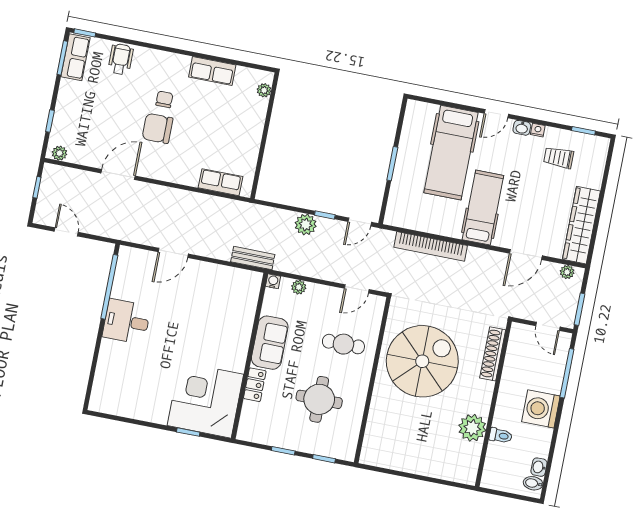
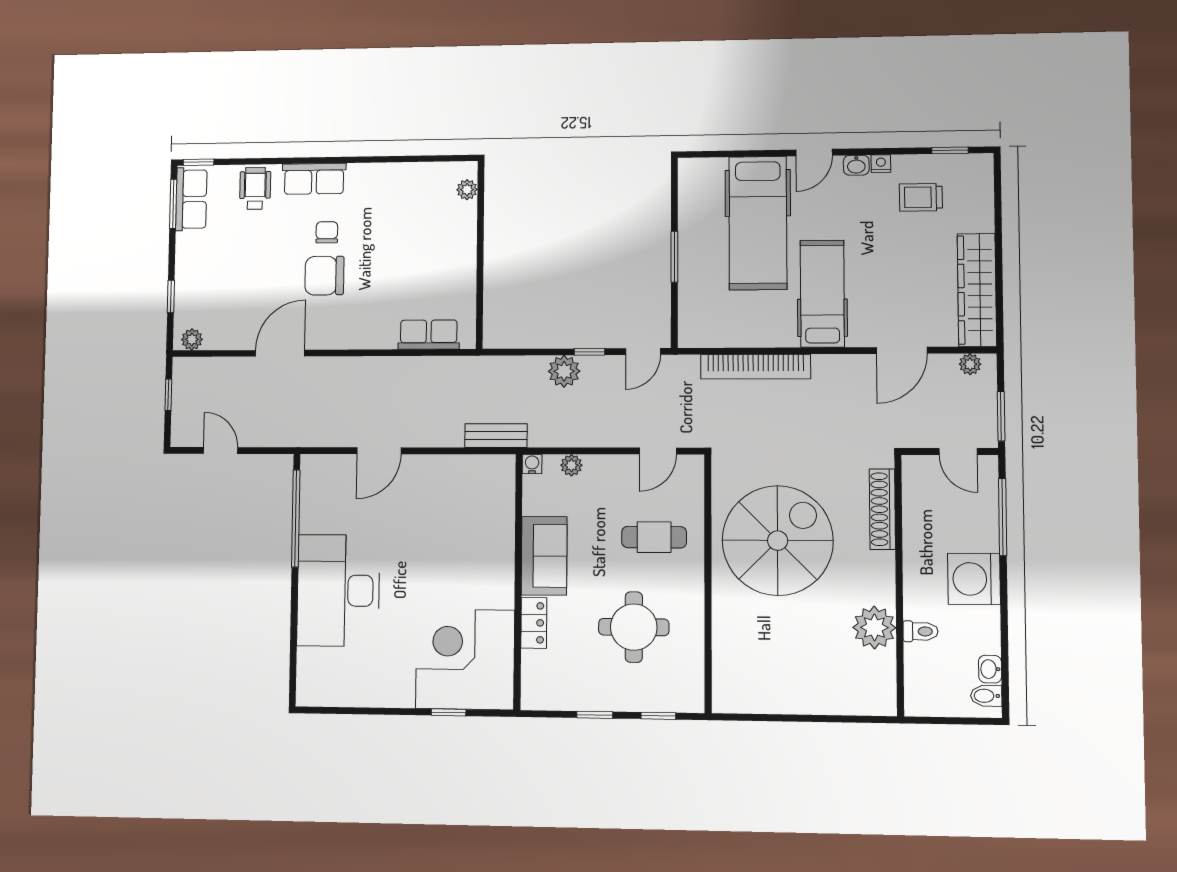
row of seats: (212, 71) -> (314, 179), moved
desk: (127, 321) -> (338, 590), width x1.87, depth x1.30

